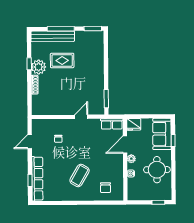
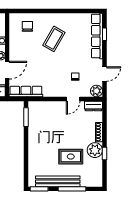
bench: (53, 36) -> (58, 181), moved
dresser: (40, 110) -> (93, 106), added
door: (81, 117) -> (73, 99), moved
row of seats: (112, 124) -> (26, 91), width x1.48
plant: (37, 125) -> (96, 91), added

